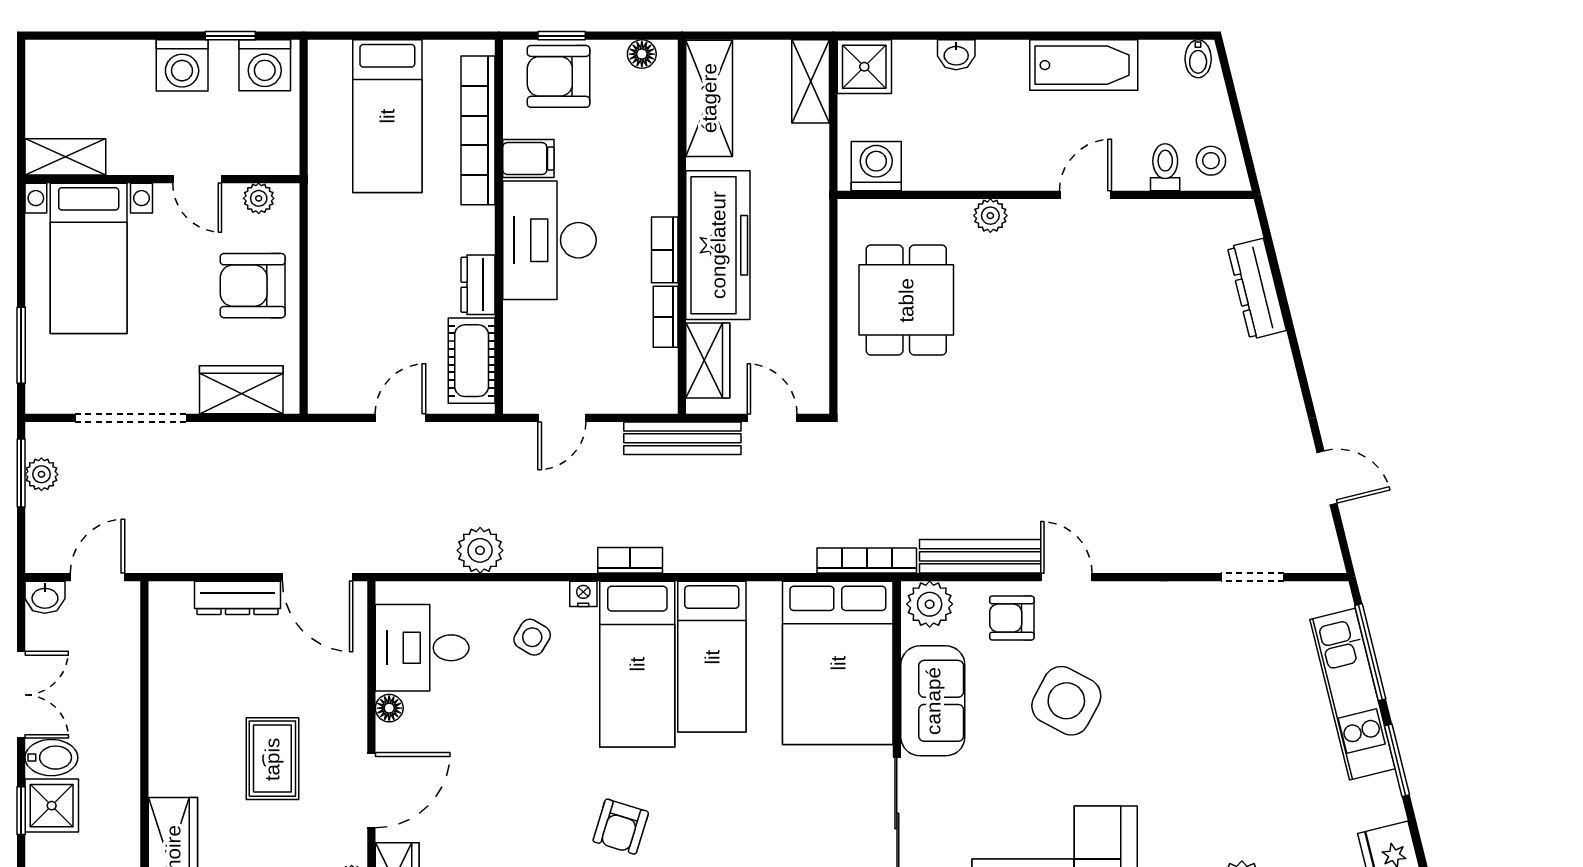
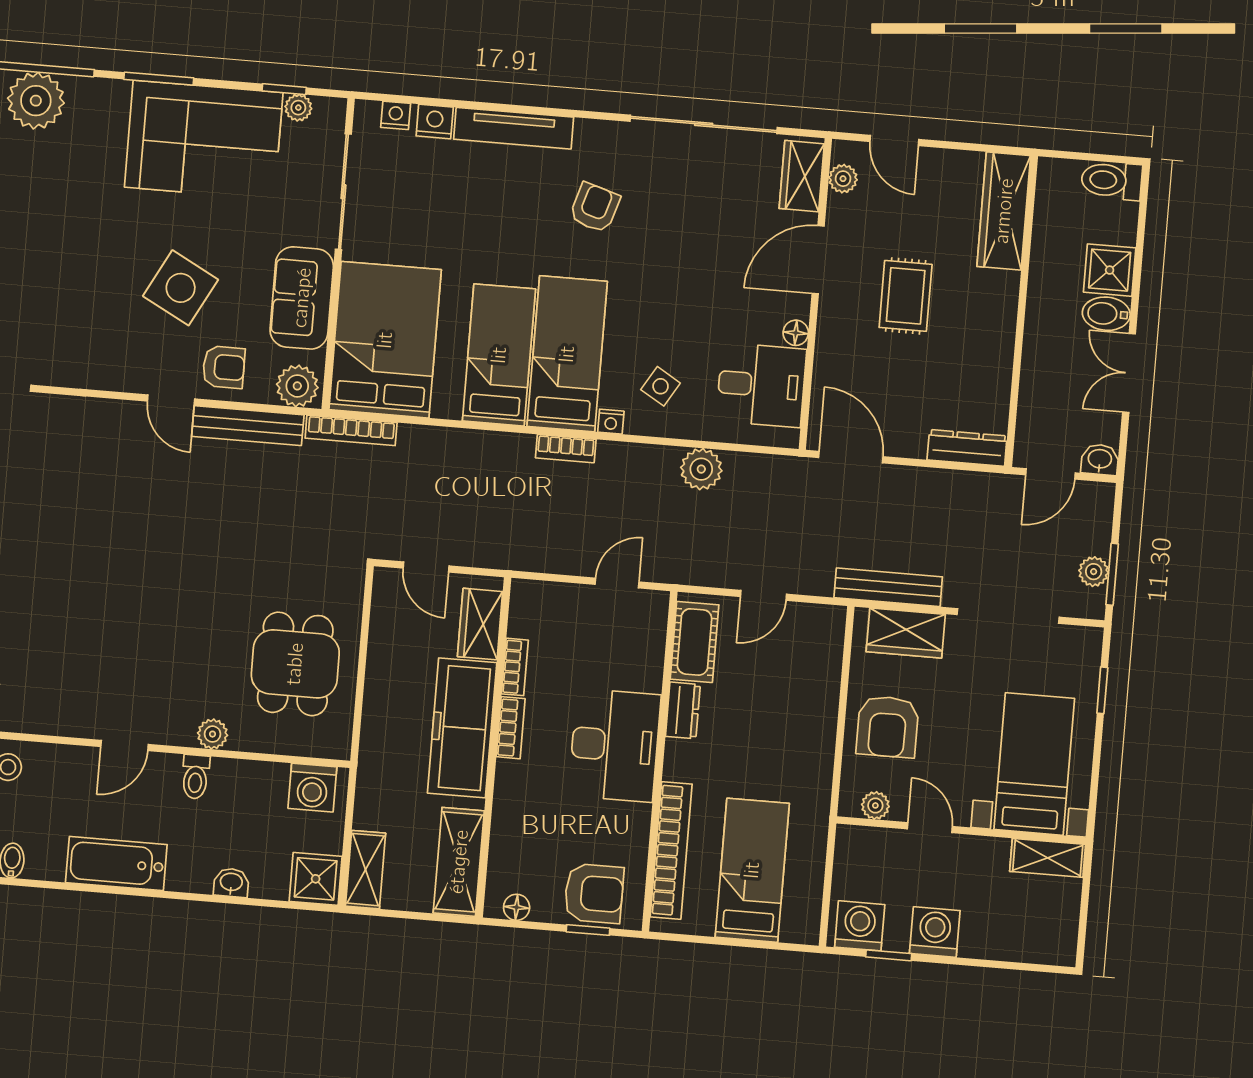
filing cabinet: (528, 159) -> (628, 821), removed
toilet: (1165, 167) -> (195, 777), moved
armchair: (253, 286) -> (887, 727), turned 90
window: (21, 345) -> (1102, 690), width x0.67
bench: (682, 438) -> (888, 587), moved
dresser: (237, 598) -> (967, 448), moved
window: (21, 811) -> (1138, 268), removed

